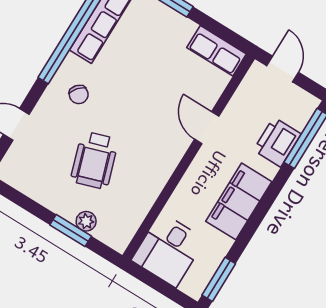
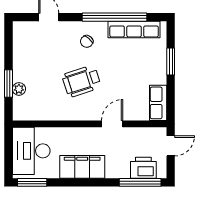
printer: (277, 142) -> (143, 168), moved
wheelchair: (94, 160) -> (82, 81), moved
desk: (168, 250) -> (31, 151), width x1.37

